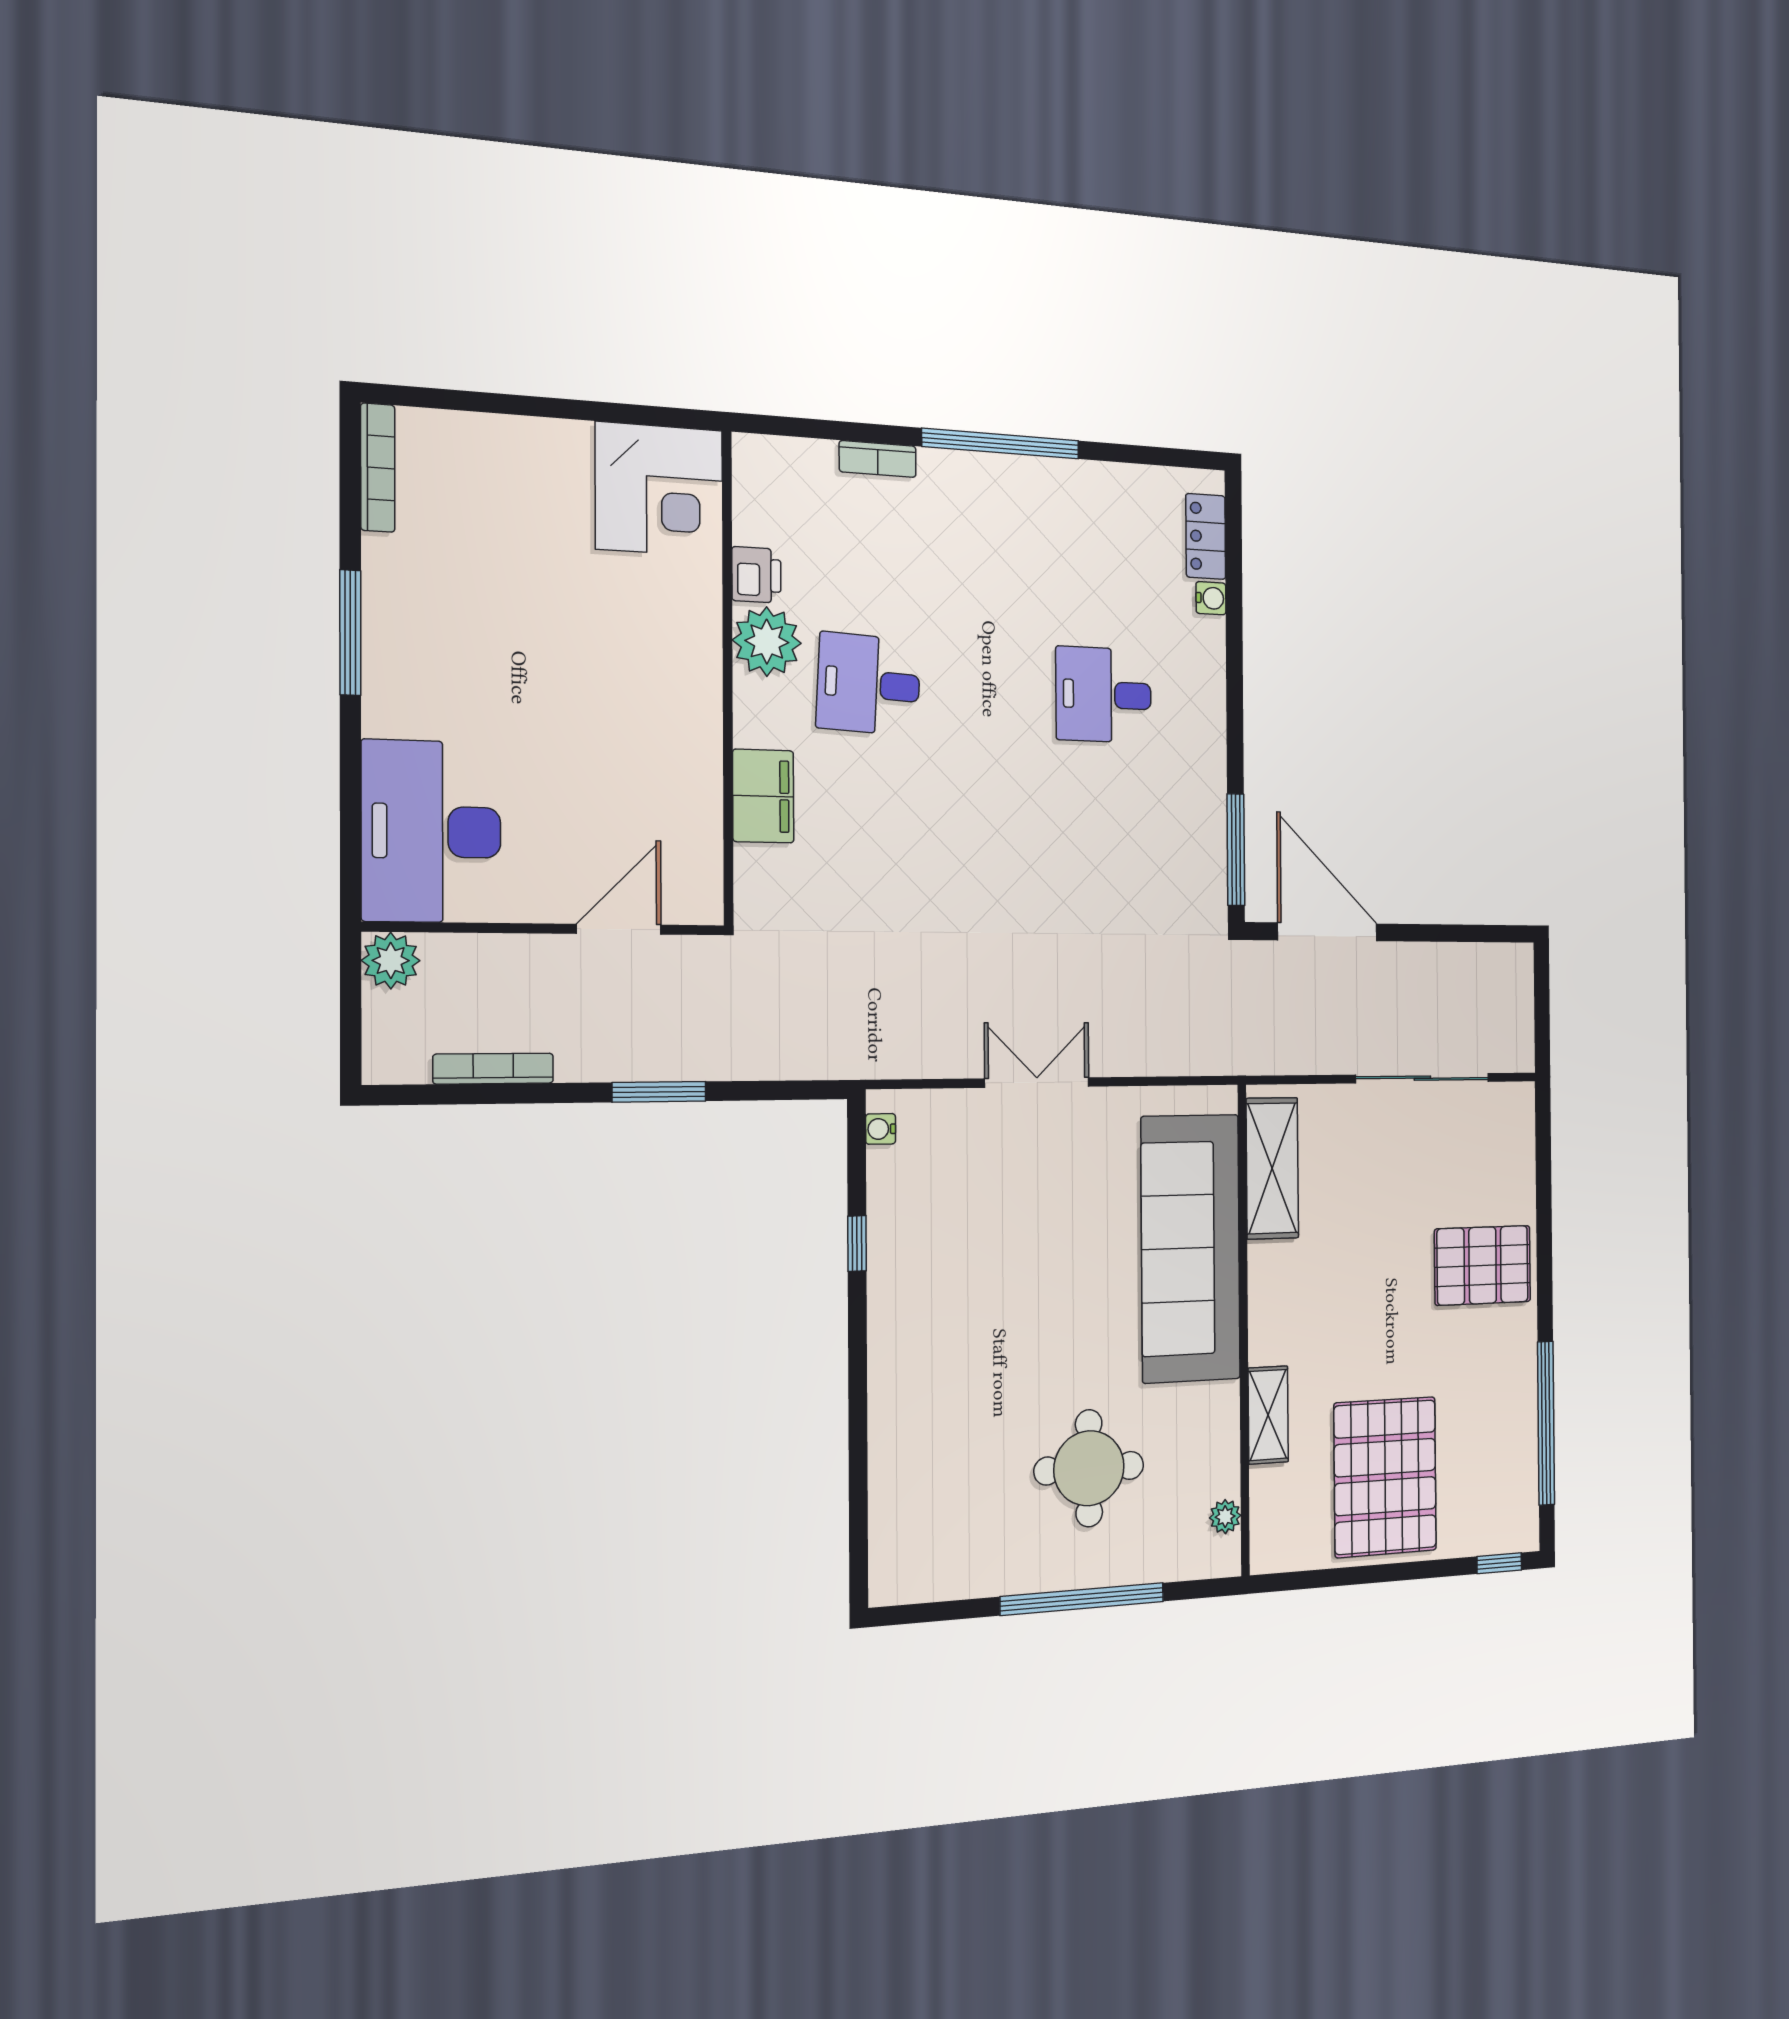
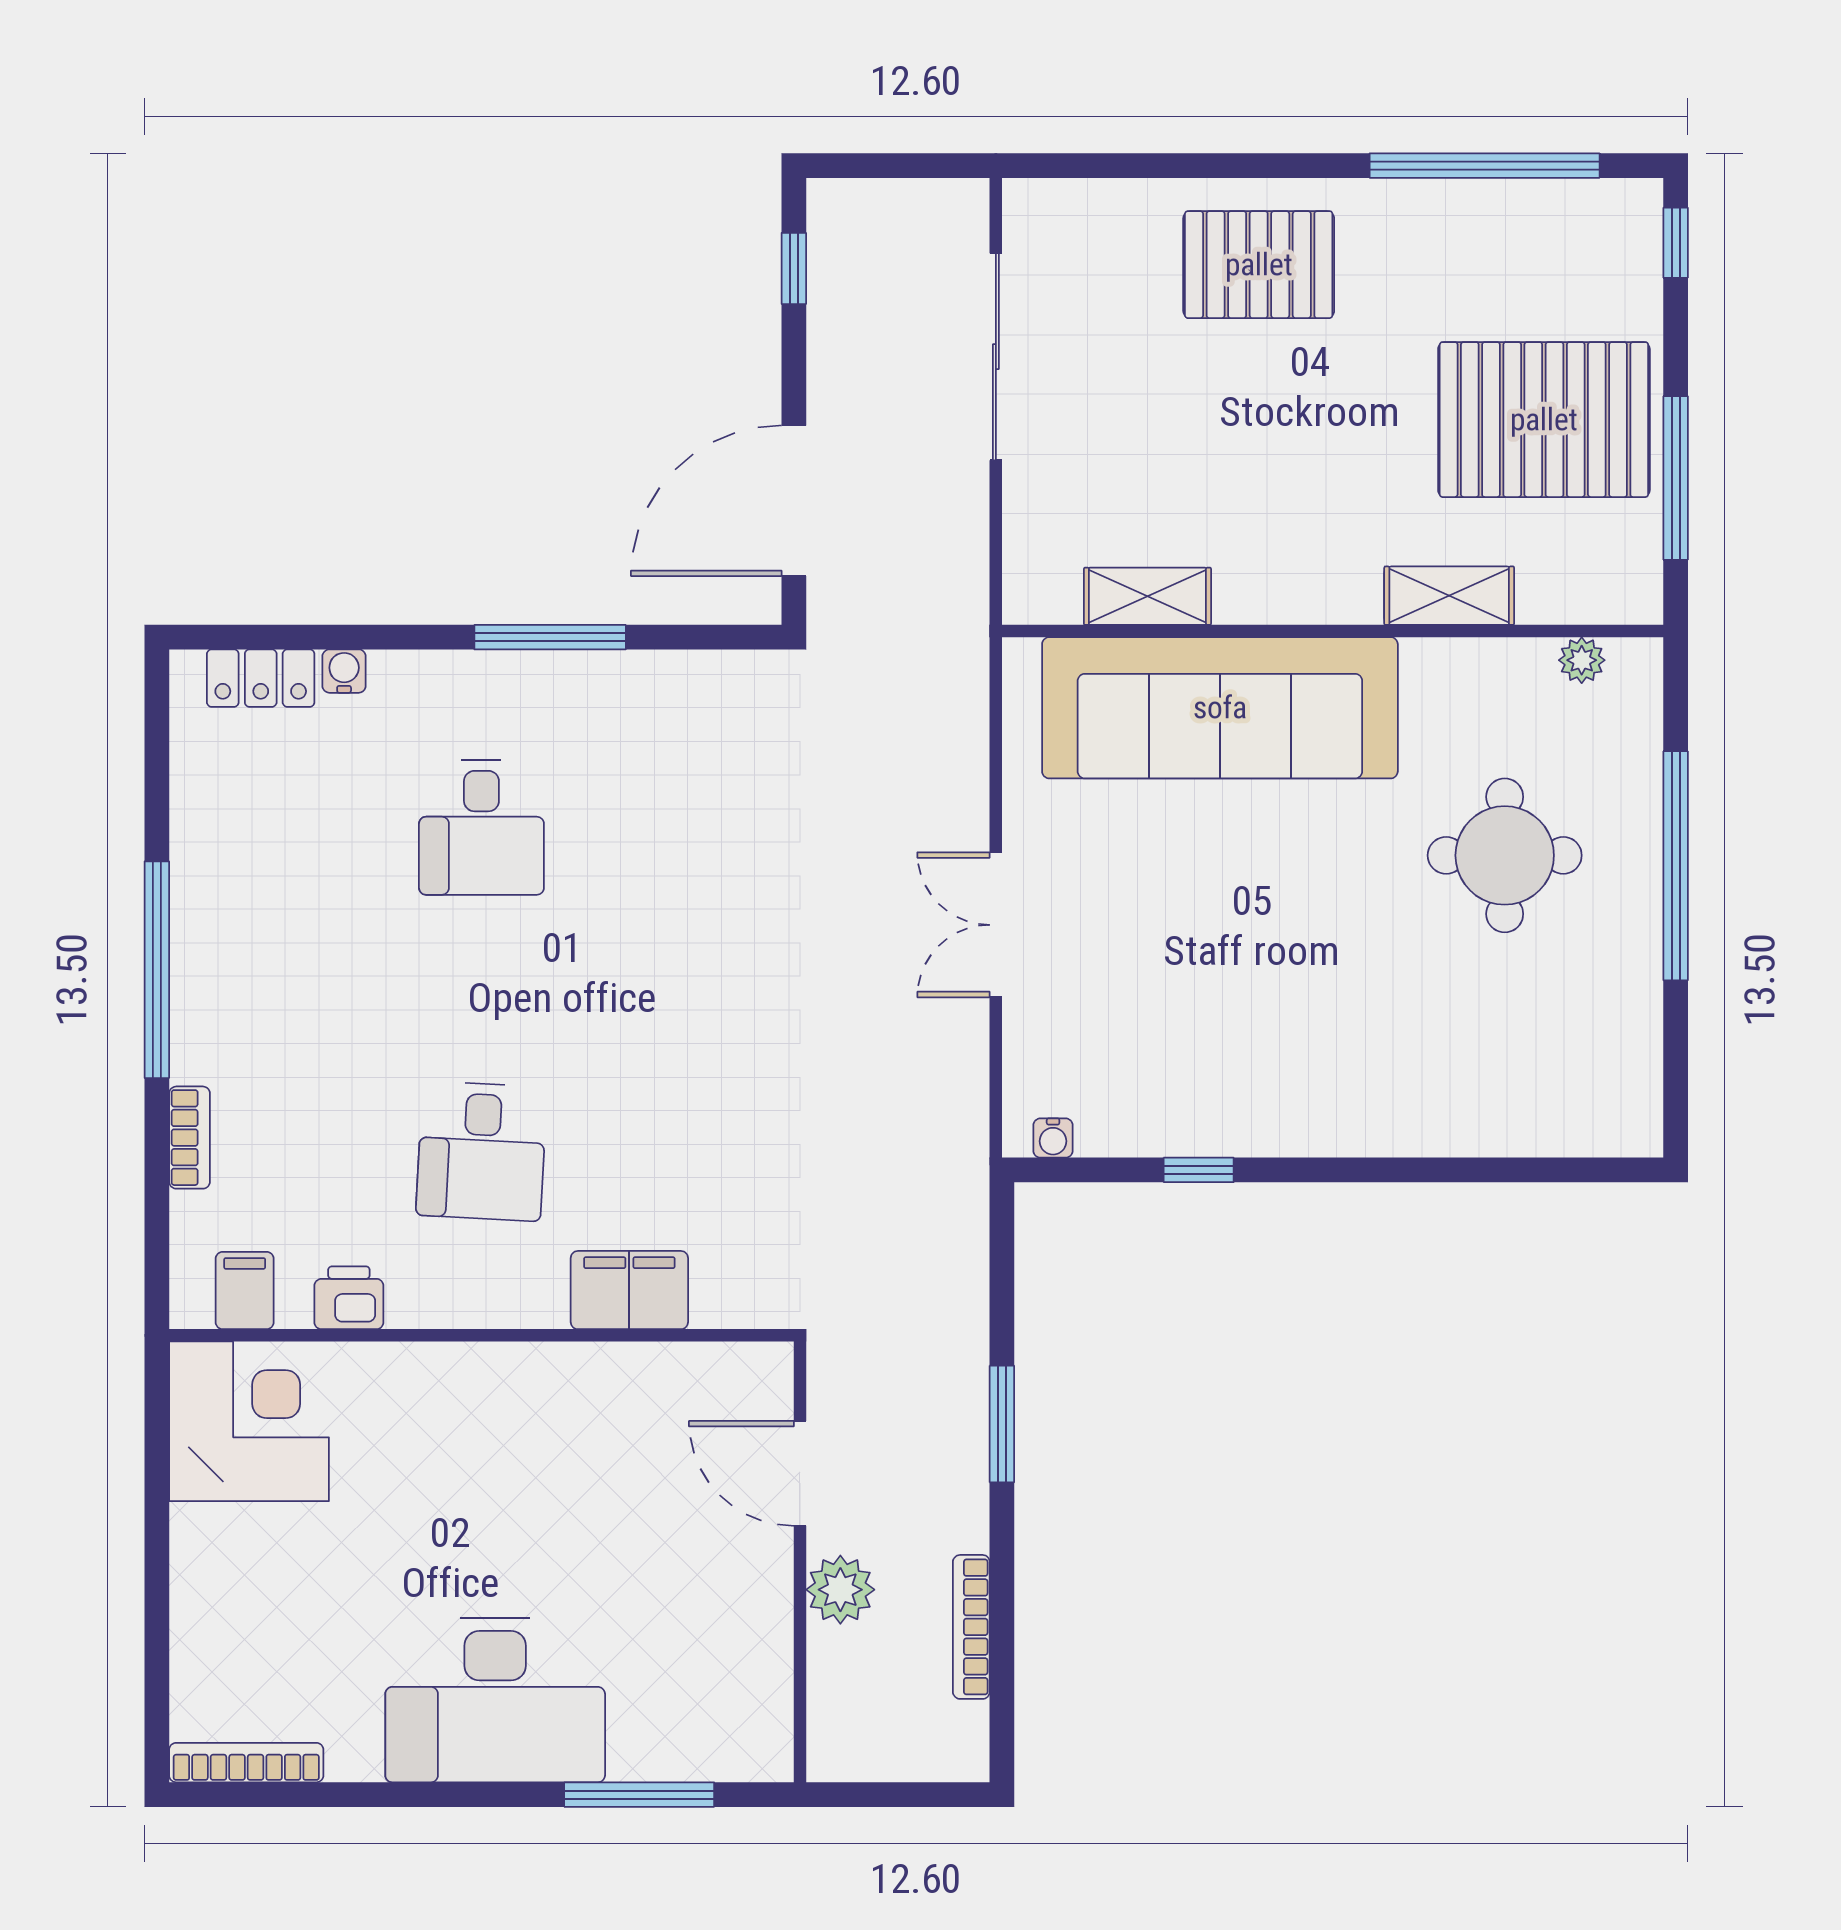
filing cabinet: (762, 493) -> (245, 1290), added
window: (350, 633) -> (639, 1795), moved
plant: (767, 642) -> (433, 1285), removed
desk: (431, 832) -> (495, 1700), moved
window: (1236, 850) -> (550, 637), moved
window: (1477, 933) -> (794, 268), added
plant: (391, 961) -> (840, 1590), moved
shelving: (1272, 1168) -> (1147, 596), width x0.67, depth x0.75
pallet: (1483, 1265) -> (1259, 265), turned 90
window: (1348, 1576) -> (1676, 478), added

